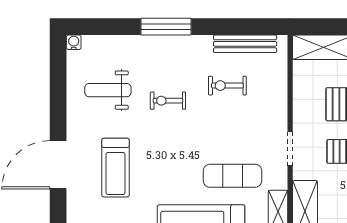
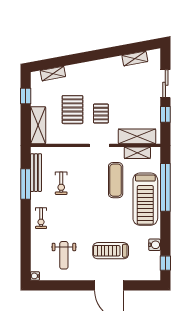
window: (166, 27) -> (26, 184), moved
exercise bike: (168, 101) -> (41, 218), moved
treadmill: (115, 168) -> (111, 251), turned 180

